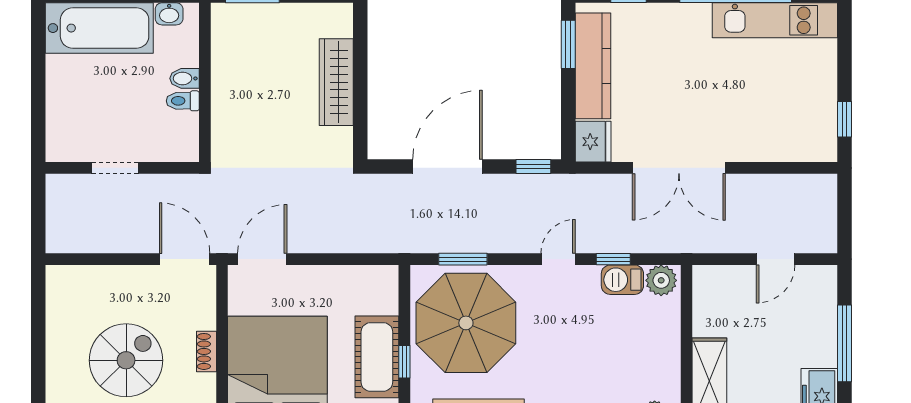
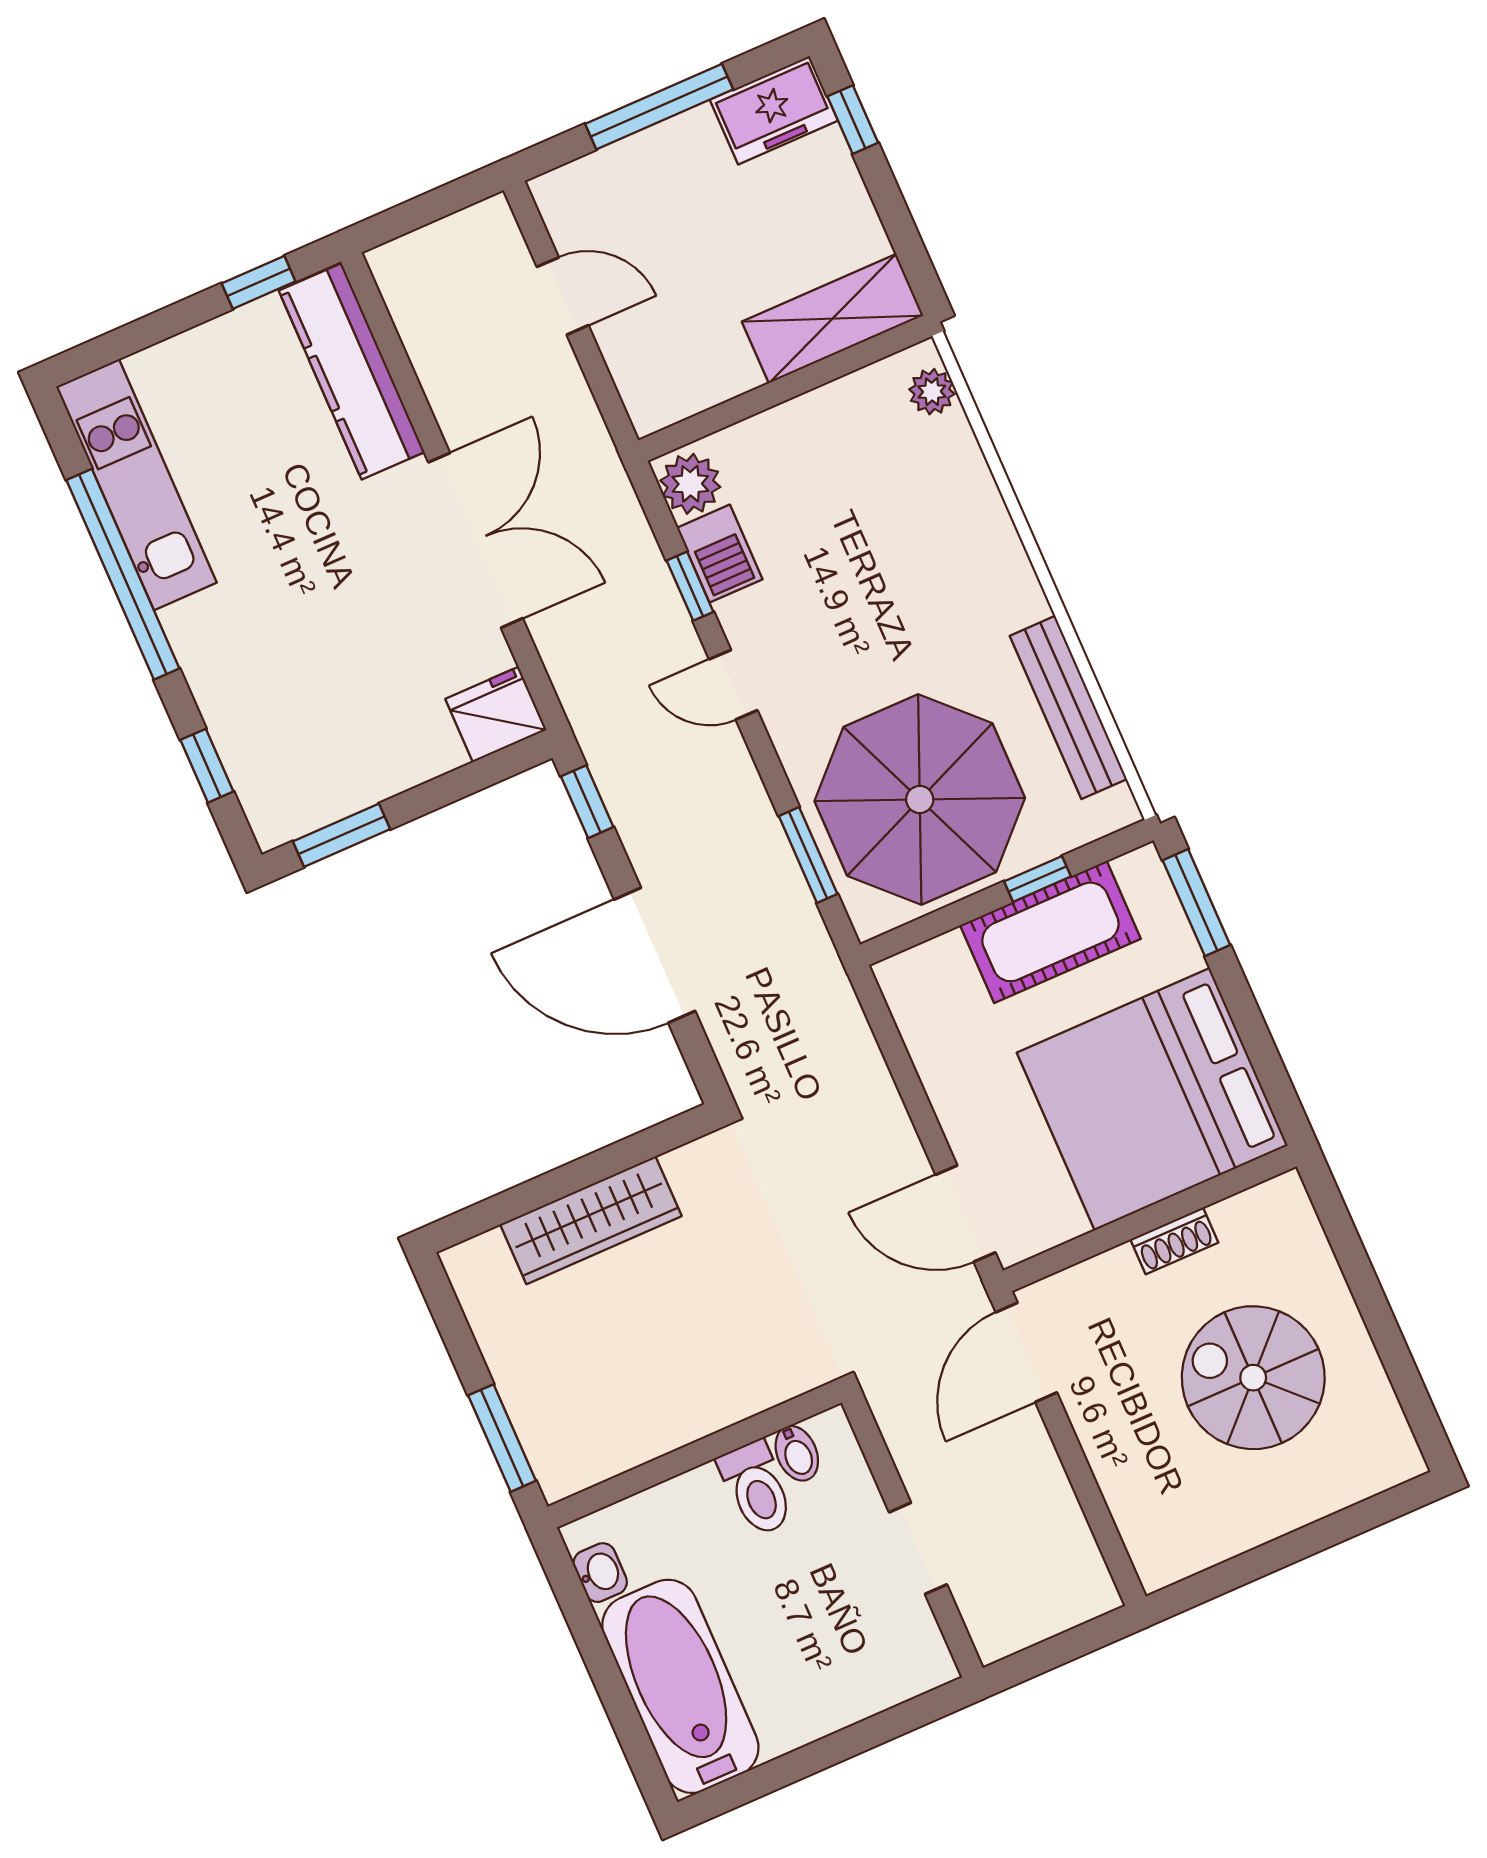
kitchen counter: (593, 66) -> (352, 371), moved, turned -90
bidet: (185, 78) -> (797, 1453), moved
toilet: (183, 101) -> (757, 1488), width x1.37, depth x1.39

